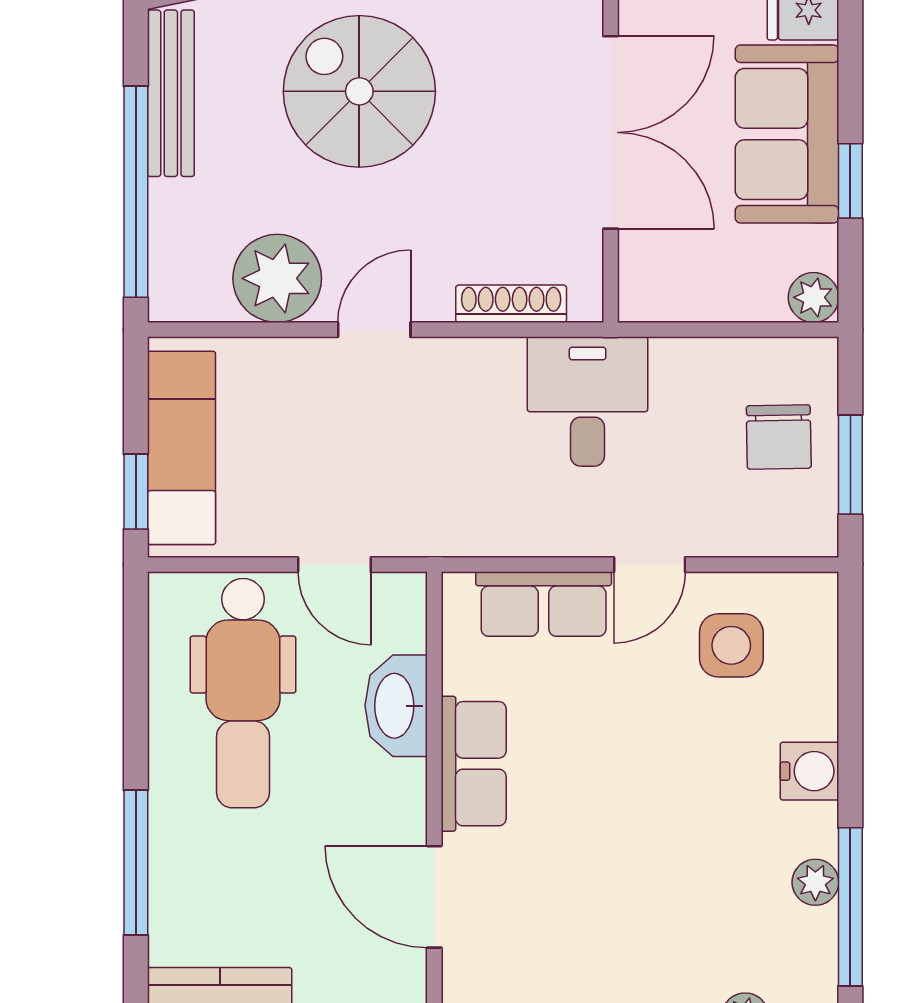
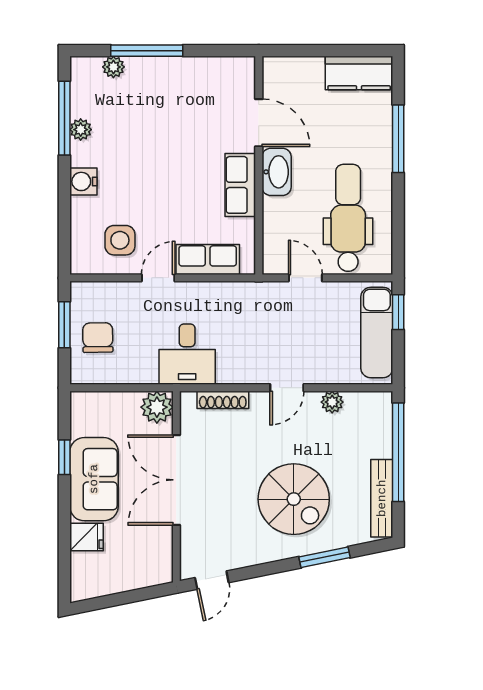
plant: (277, 278) -> (332, 402), width x0.53, depth x0.53
plant: (813, 297) -> (157, 407), moved, width x1.38, depth x1.38
washbasin: (396, 706) -> (277, 172), moved

